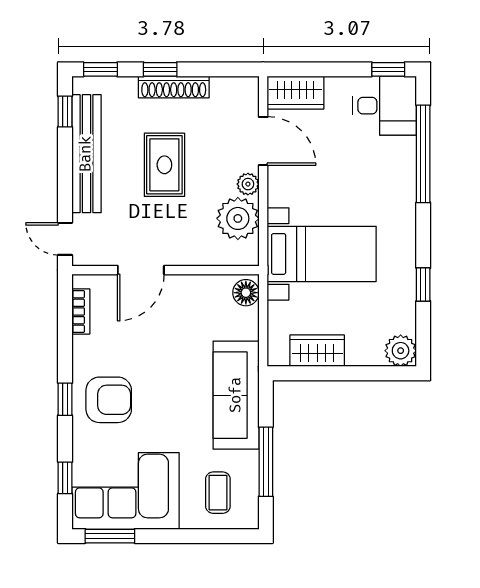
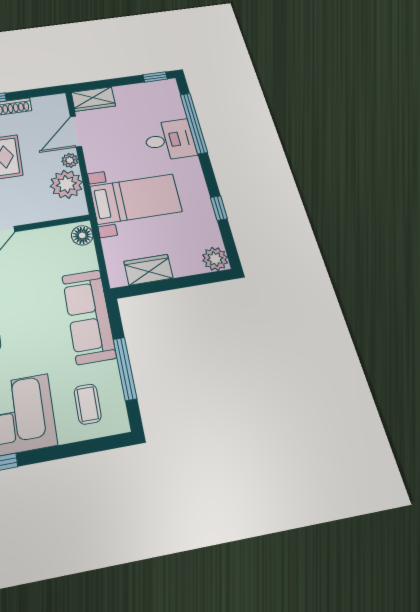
desk: (385, 106) -> (170, 140), moved
door: (263, 141) -> (76, 131), swing flipped

